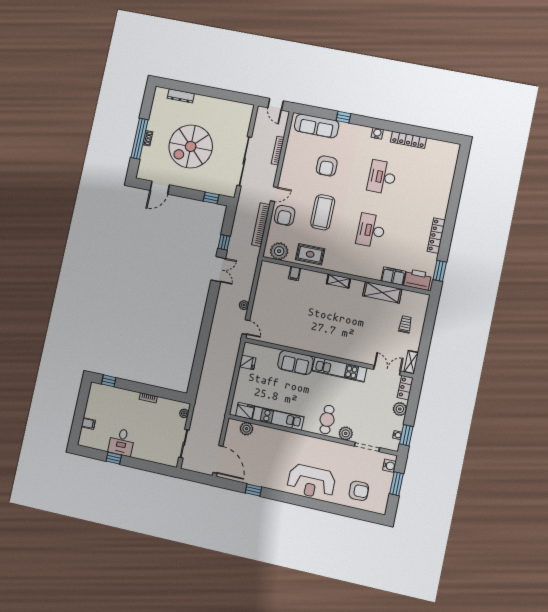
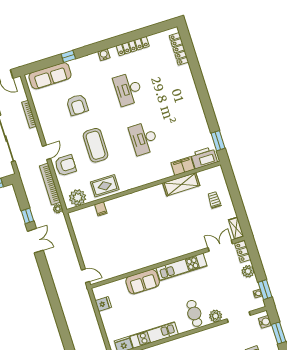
armchair: (285, 215) -> (65, 165), turned -90
locker: (436, 236) -> (179, 49), moved
shelving: (338, 281) -> (140, 195), removed
plant: (244, 305) -> (58, 209), moved

